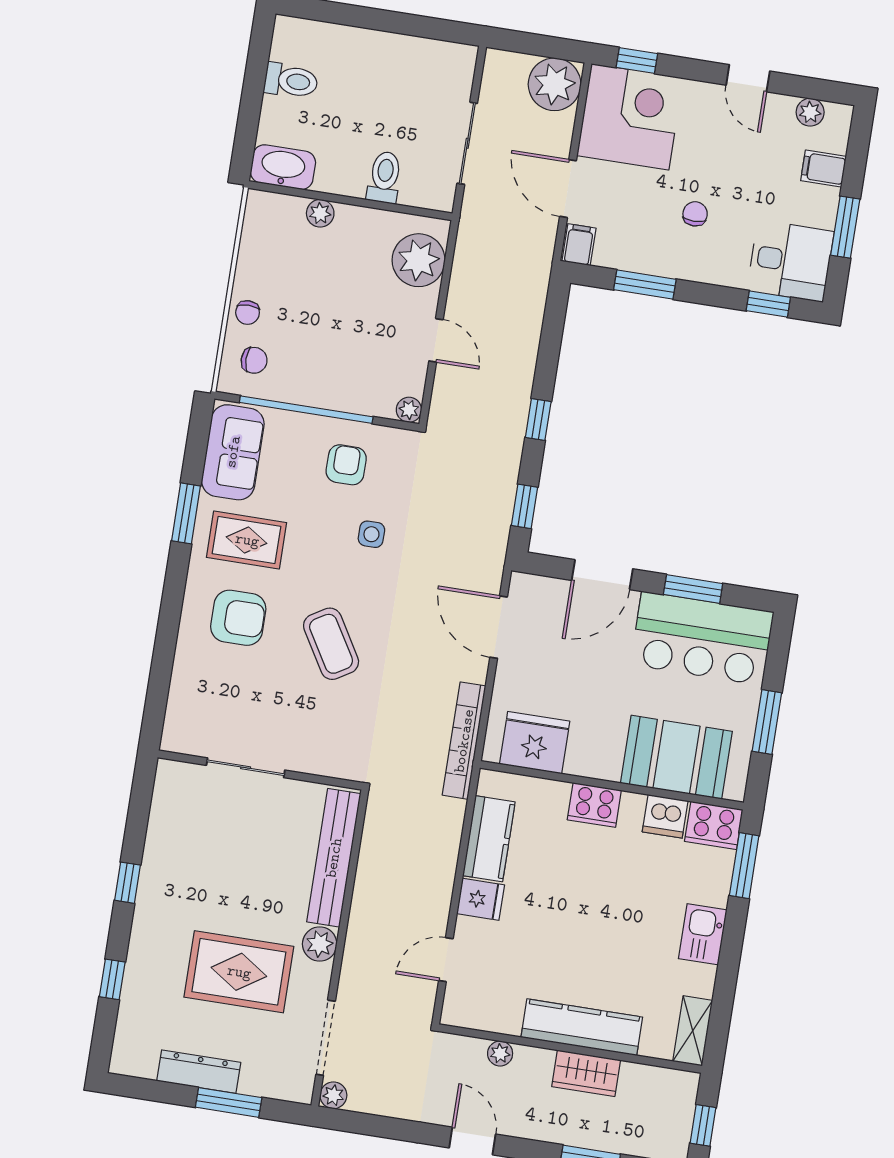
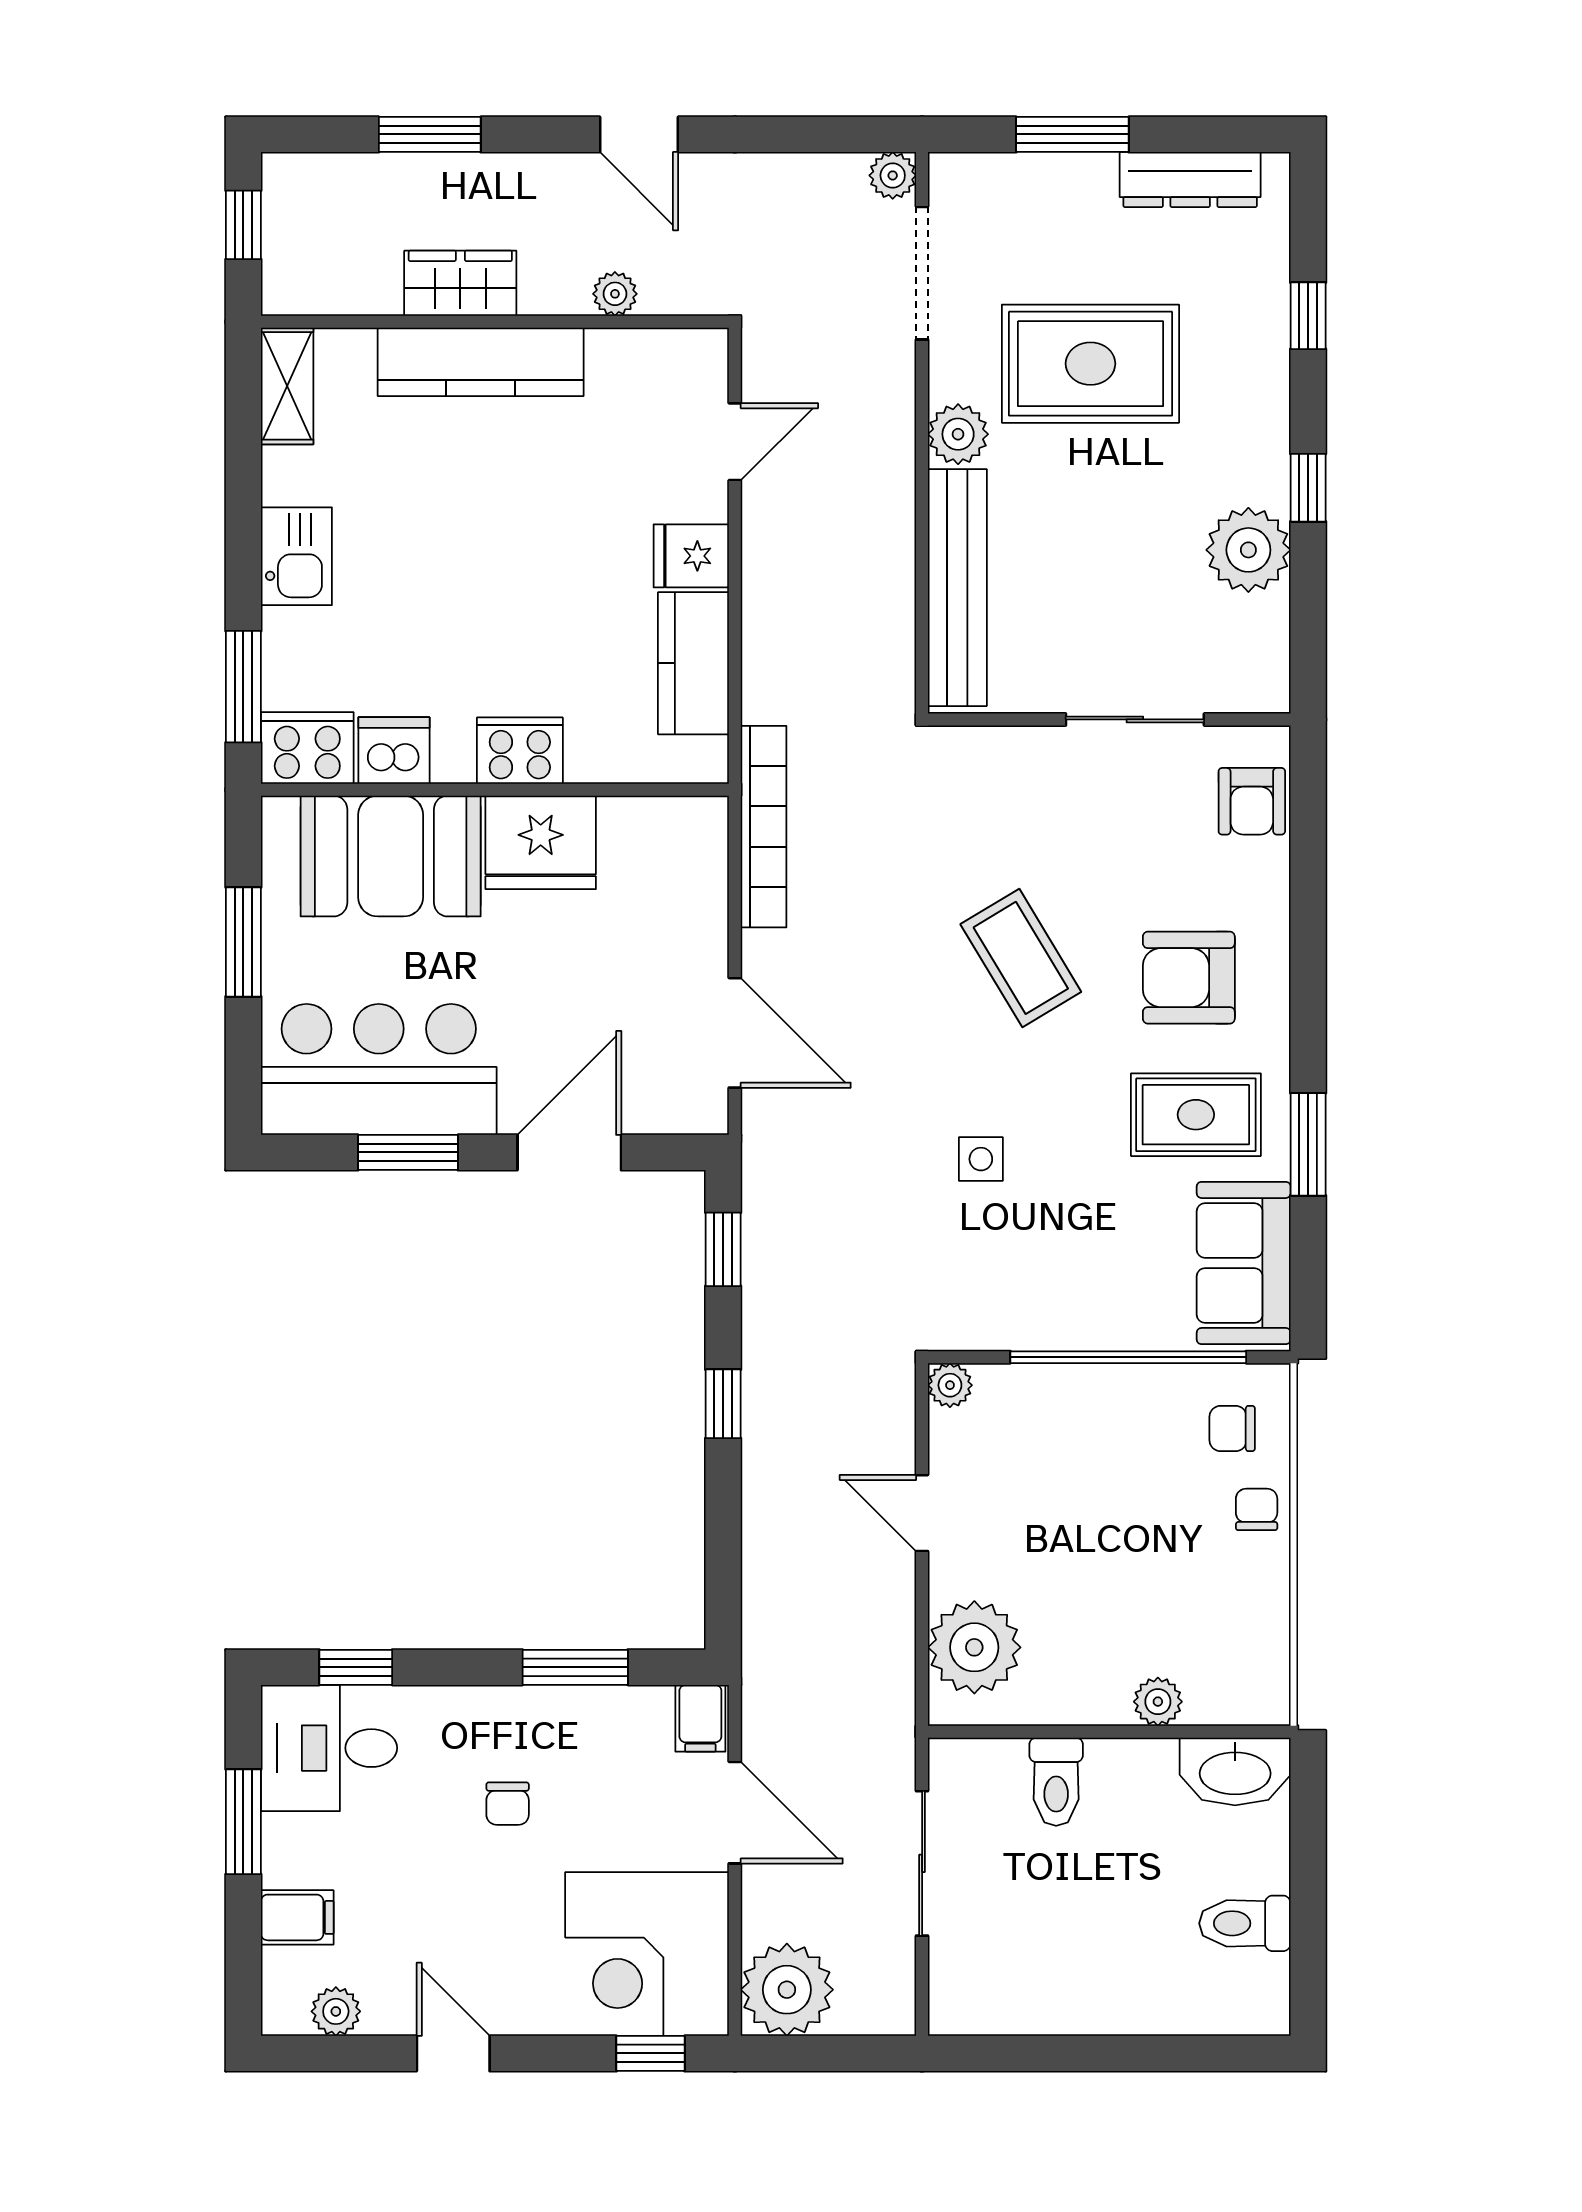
armchair: (346, 465) -> (1252, 801), moved
fridge: (535, 743) -> (541, 842), moved
plant: (167, 853) -> (1248, 550), added
dresser: (199, 1072) -> (1190, 180), moved

